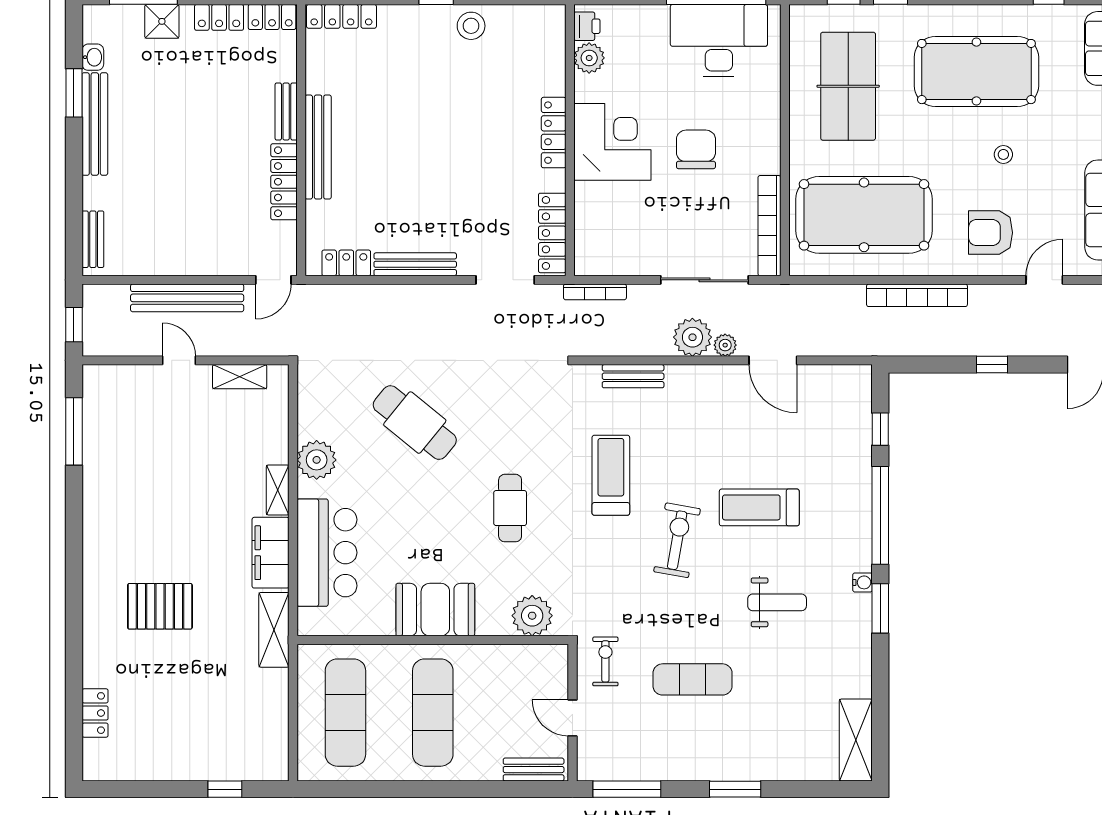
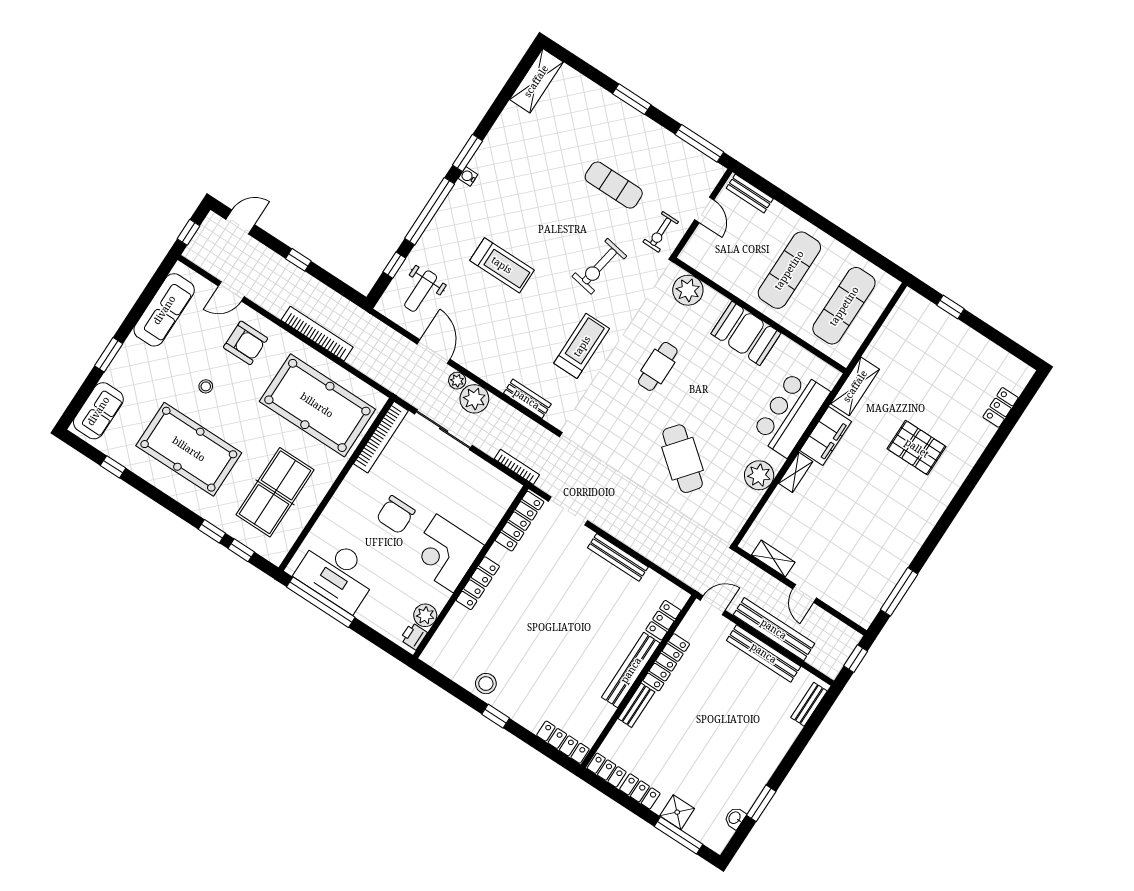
bench: (95, 124) -> (764, 653), moved, turned 90
locker: (346, 263) -> (663, 620), moved, turned 90
treadmill: (611, 475) -> (582, 346), turned 180
exercise bike: (677, 540) -> (599, 266), moved
weight bench: (777, 602) -> (421, 291), moved, turned -90

